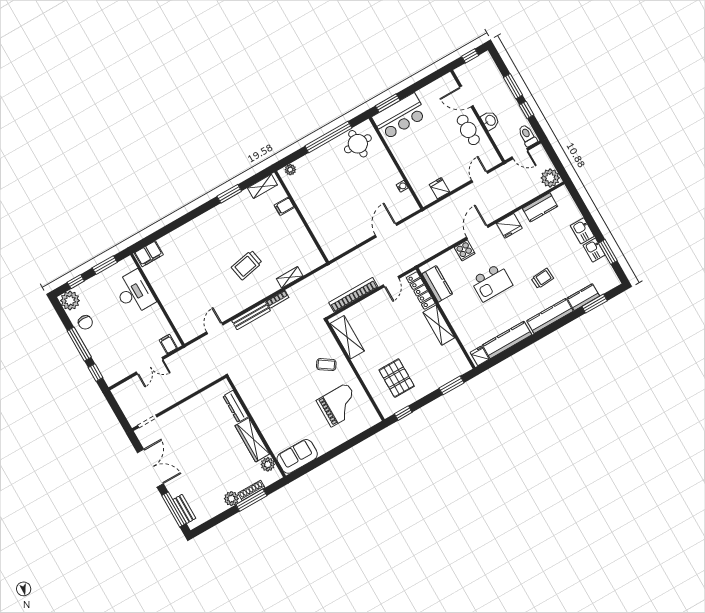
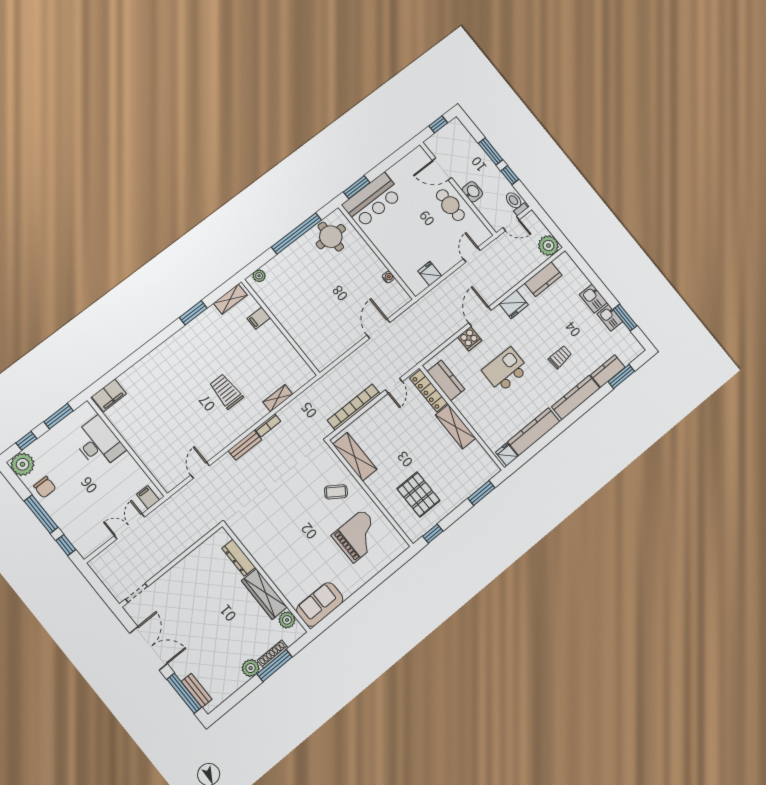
trolley: (247, 265) -> (226, 391), turned 101
kitchen island: (492, 282) -> (505, 370), turned 180
bench: (251, 316) -> (245, 445), width x0.73
double door: (150, 366) -> (129, 526), swing flipped

